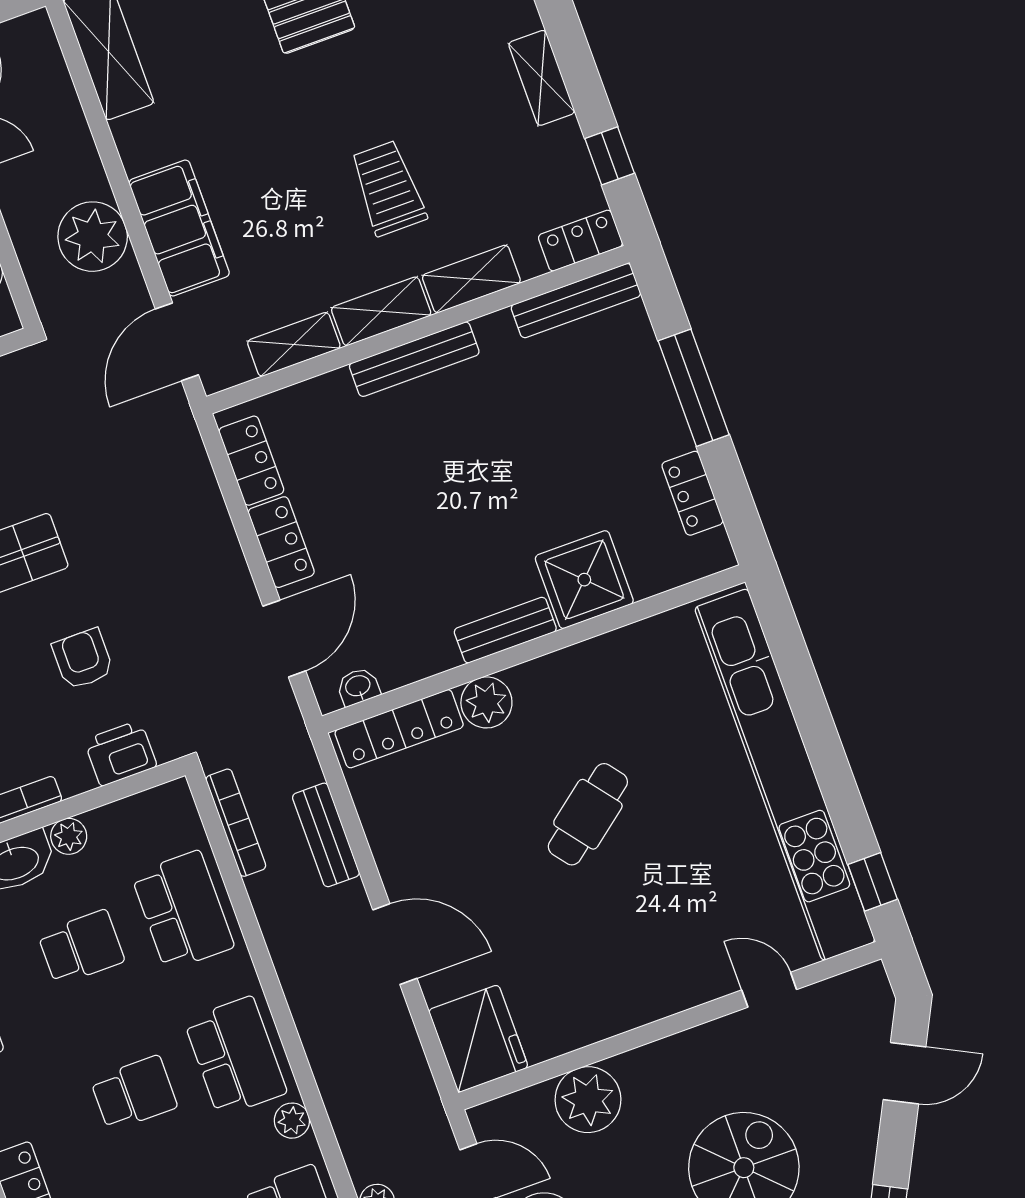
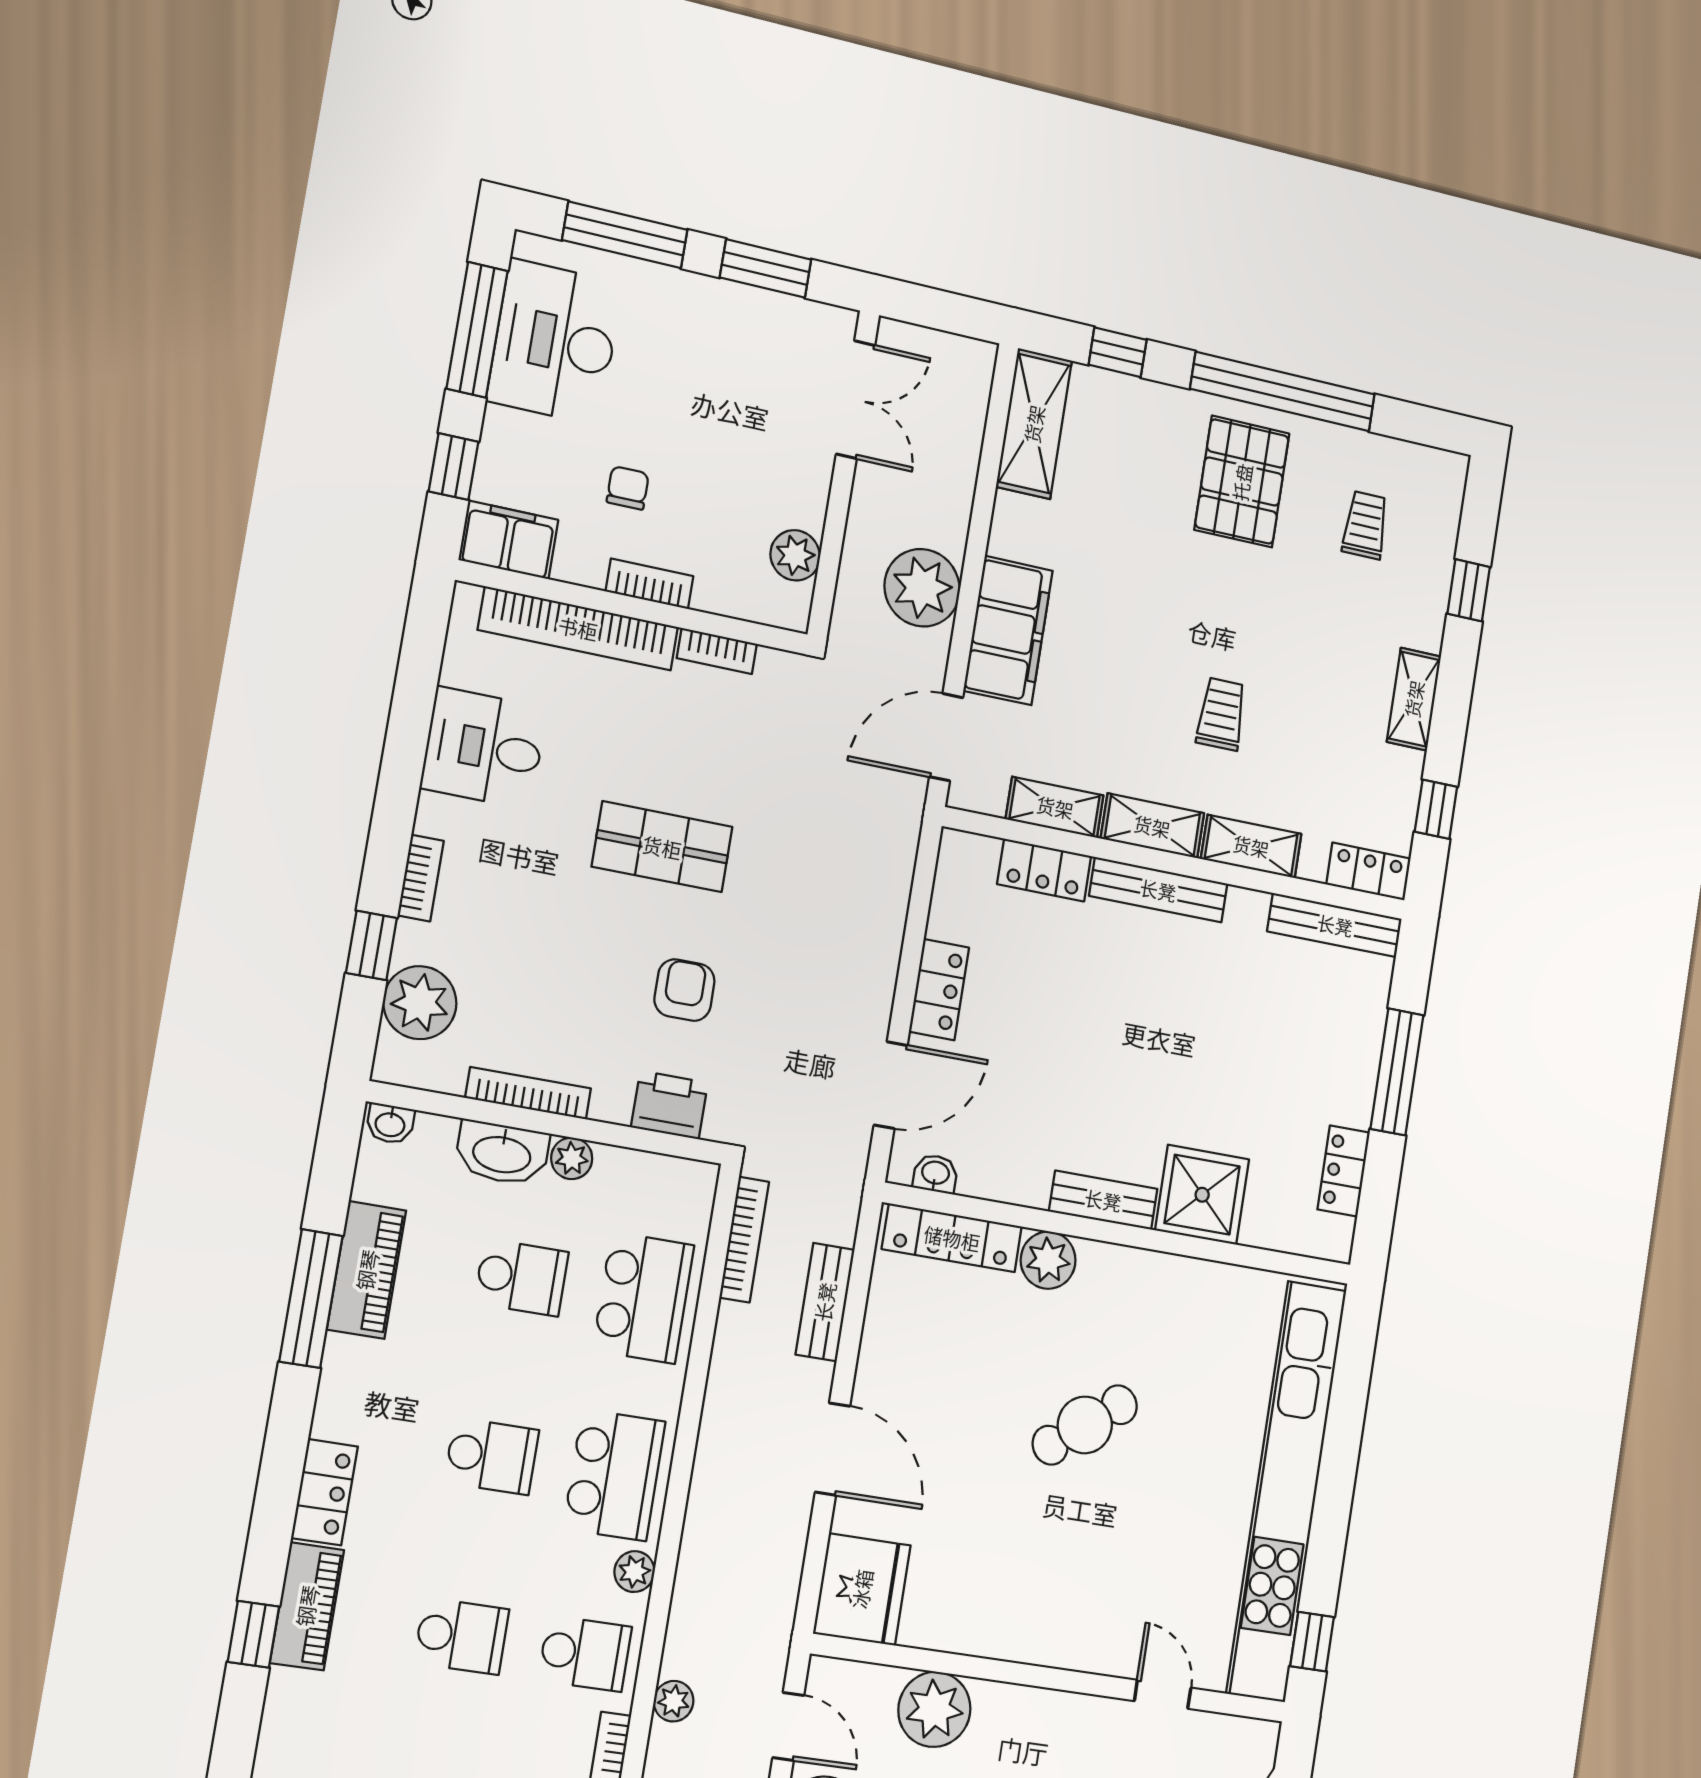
trolley: (388, 188) -> (1221, 714), width x0.73, depth x0.72
locker: (251, 461) -> (1044, 870), moved, turned 90

